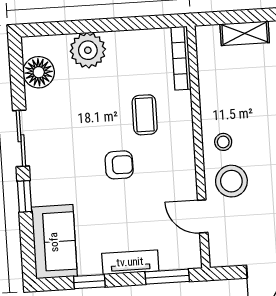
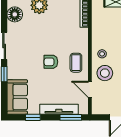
coffee table: (145, 115) -> (76, 63), moved
armchair: (119, 165) -> (51, 62), turned 180
tv unit: (130, 262) -> (59, 109), width x1.41

